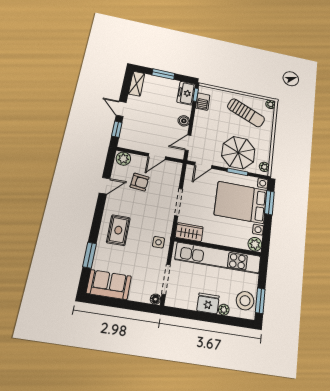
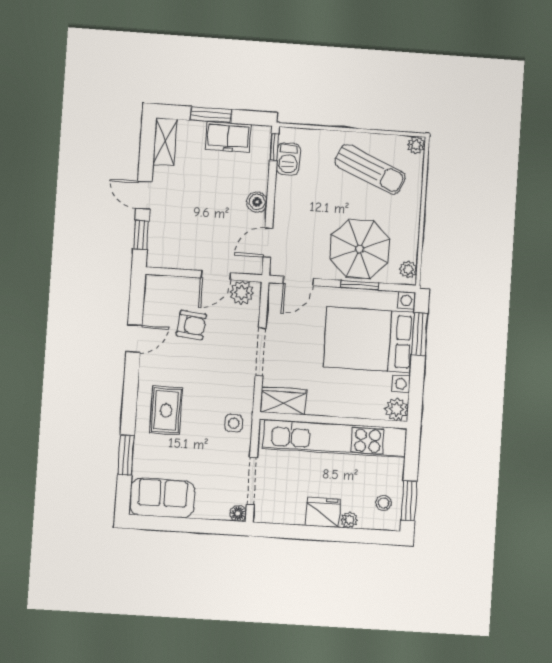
freezer: (186, 93) -> (228, 137), moved, turned -90
plant: (123, 159) -> (242, 293), moved
stool: (245, 301) -> (384, 503), width x0.53, depth x0.53

